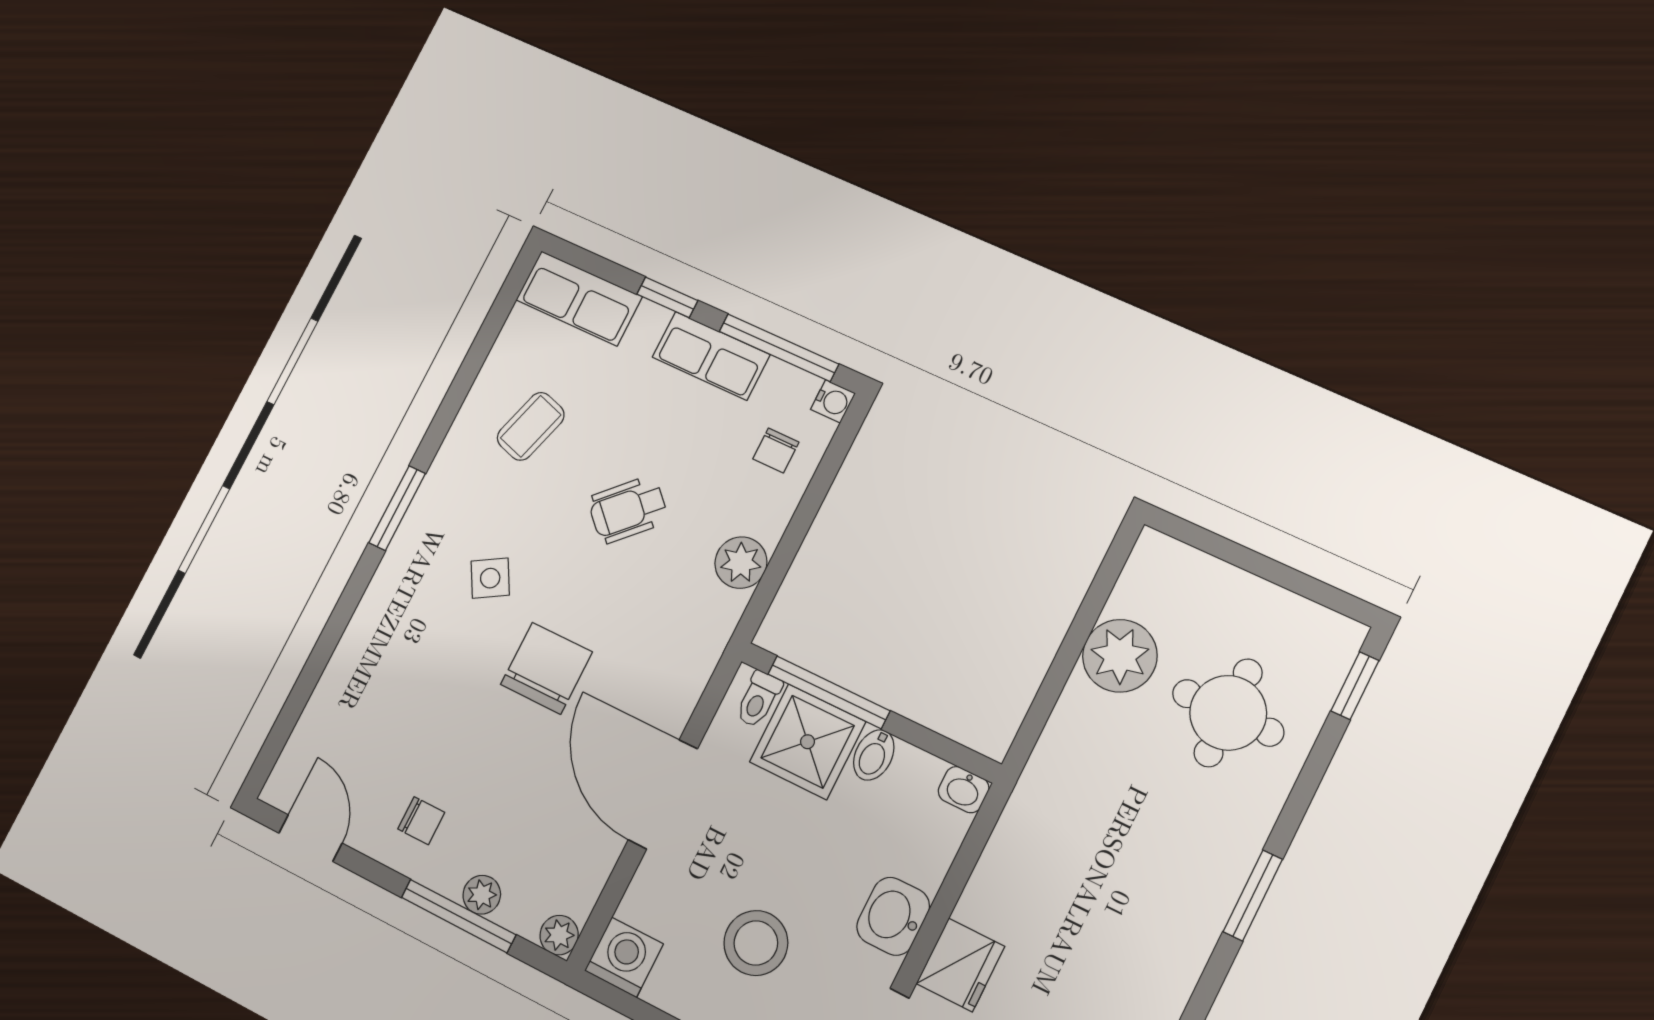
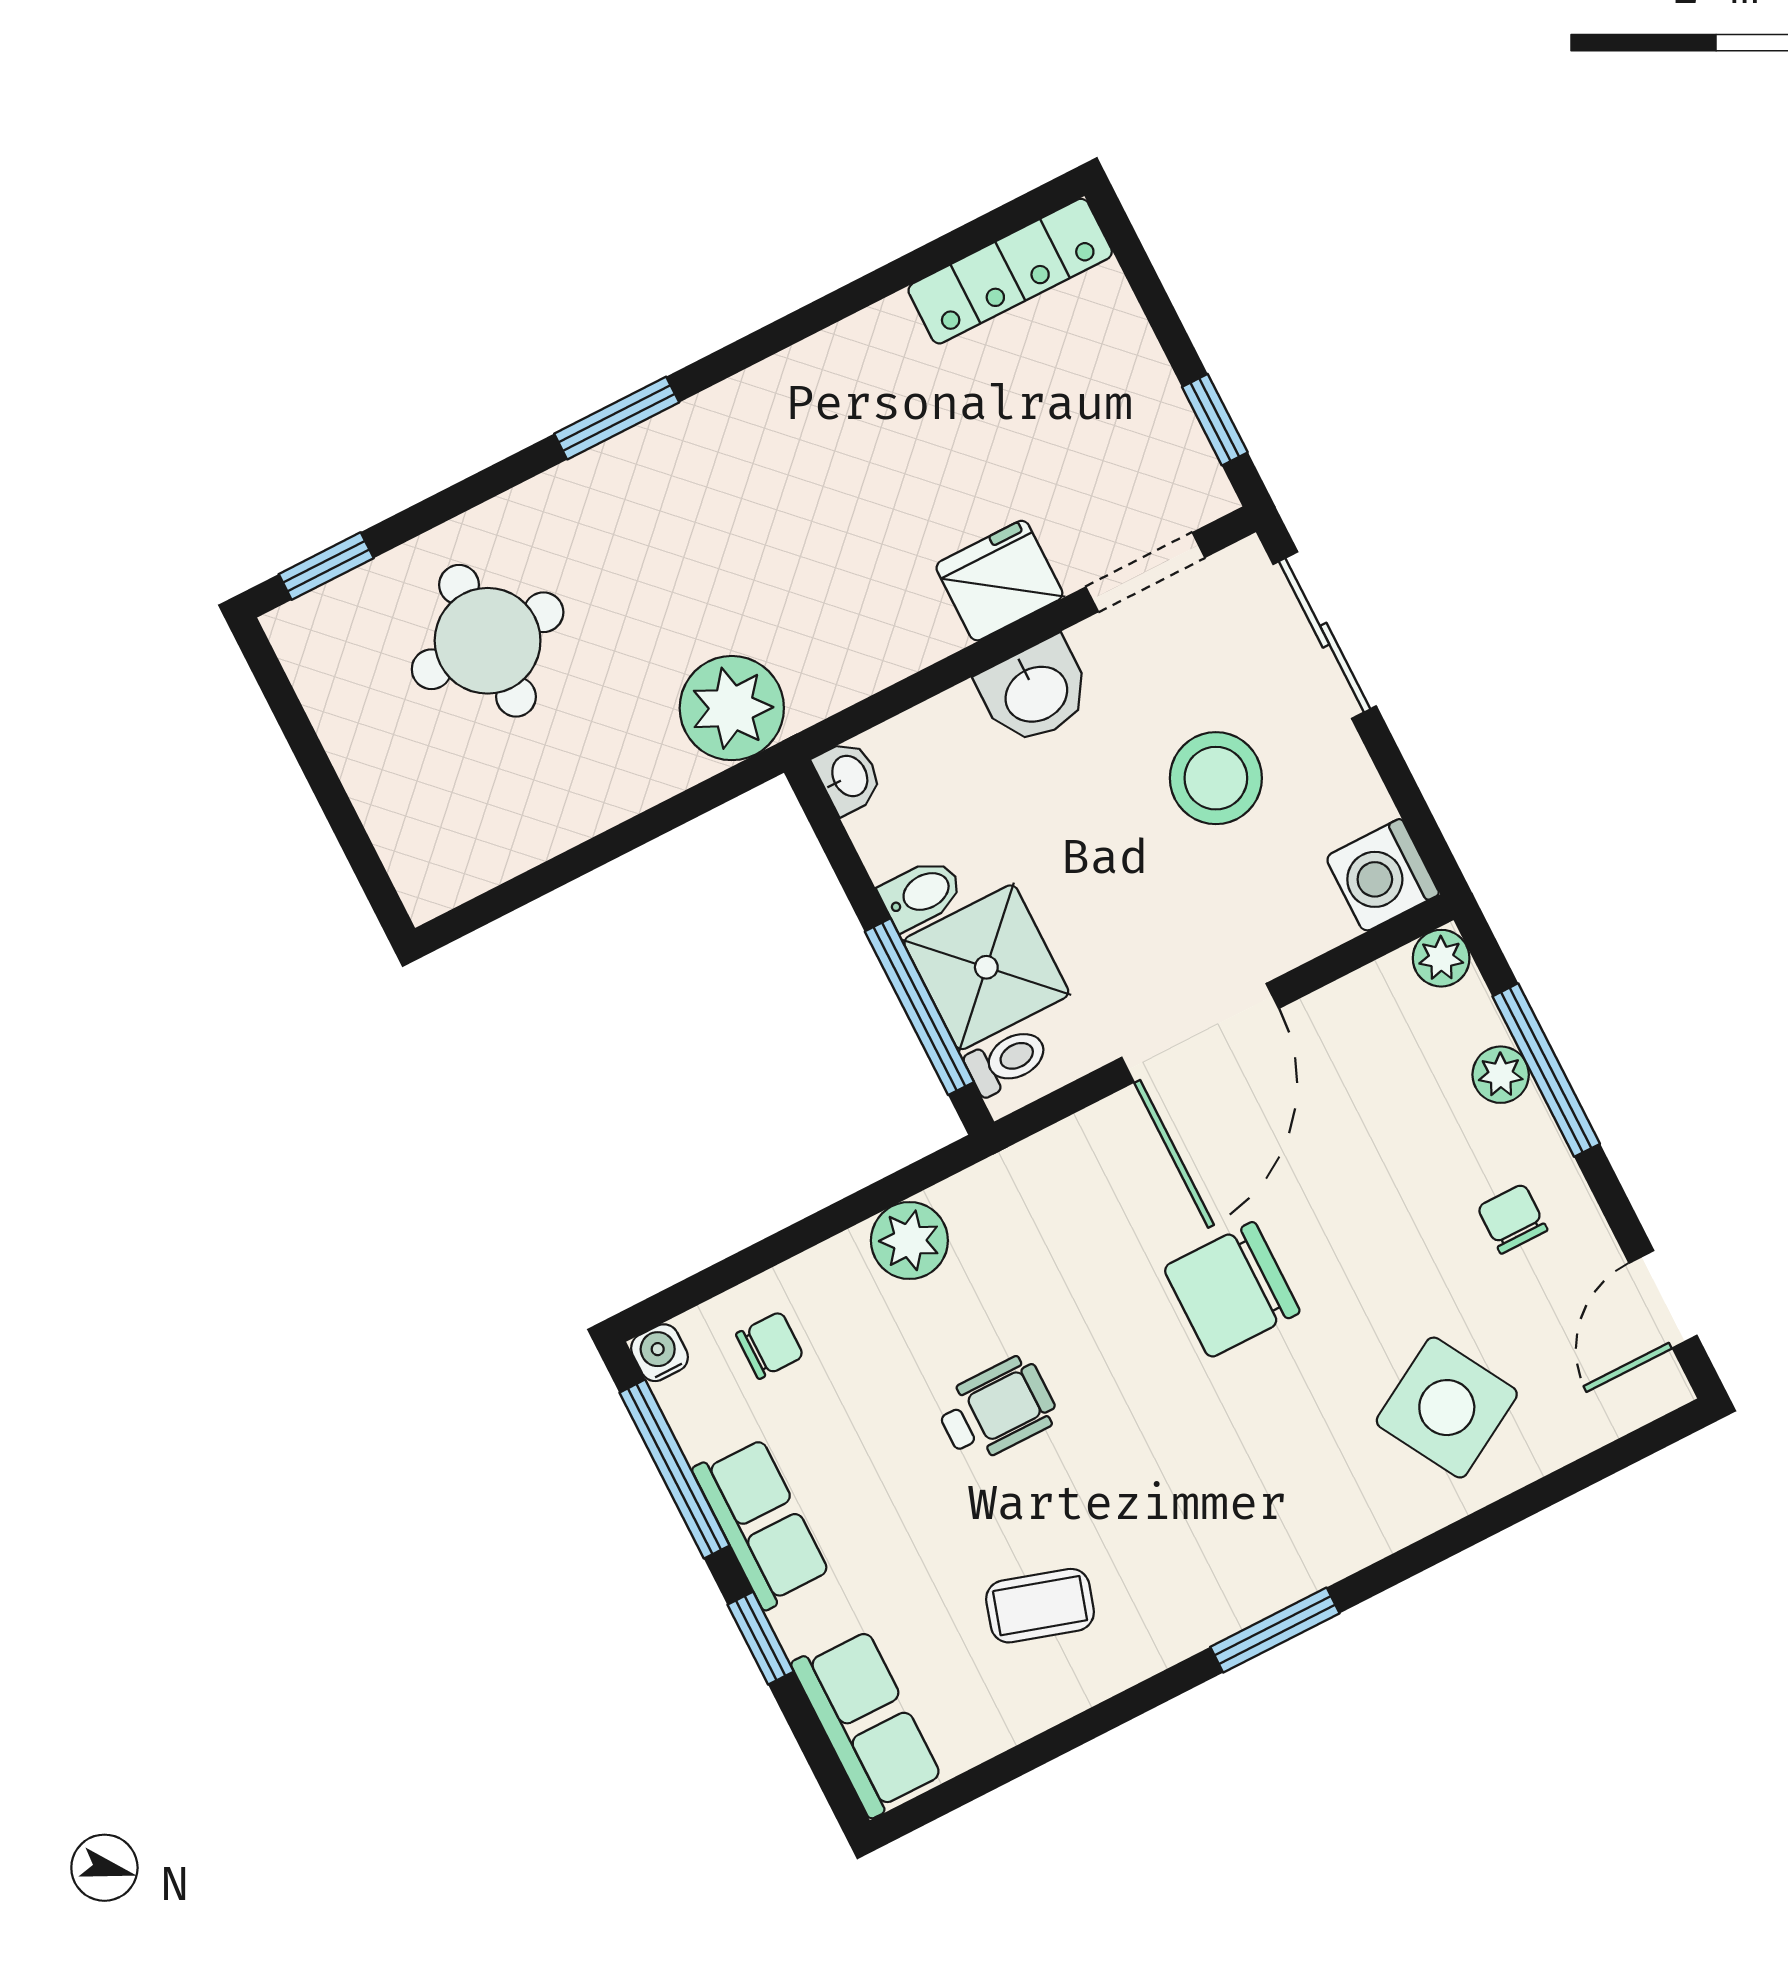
wheelchair: (628, 510) -> (997, 1410), turned -45
side table: (490, 578) -> (1447, 1408), moved, width x1.87, depth x1.87
plant: (1120, 656) -> (732, 708), moved

